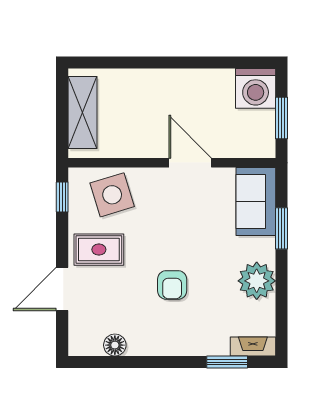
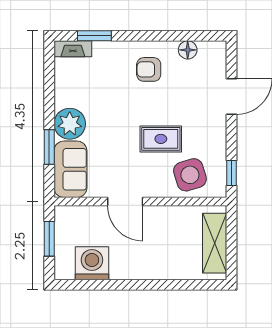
washing machine: (256, 88) -> (92, 263), moved
rug: (99, 250) -> (161, 139), moved
plant: (257, 281) -> (70, 124), moved
armchair: (172, 285) -> (149, 69), moved, turned -90

